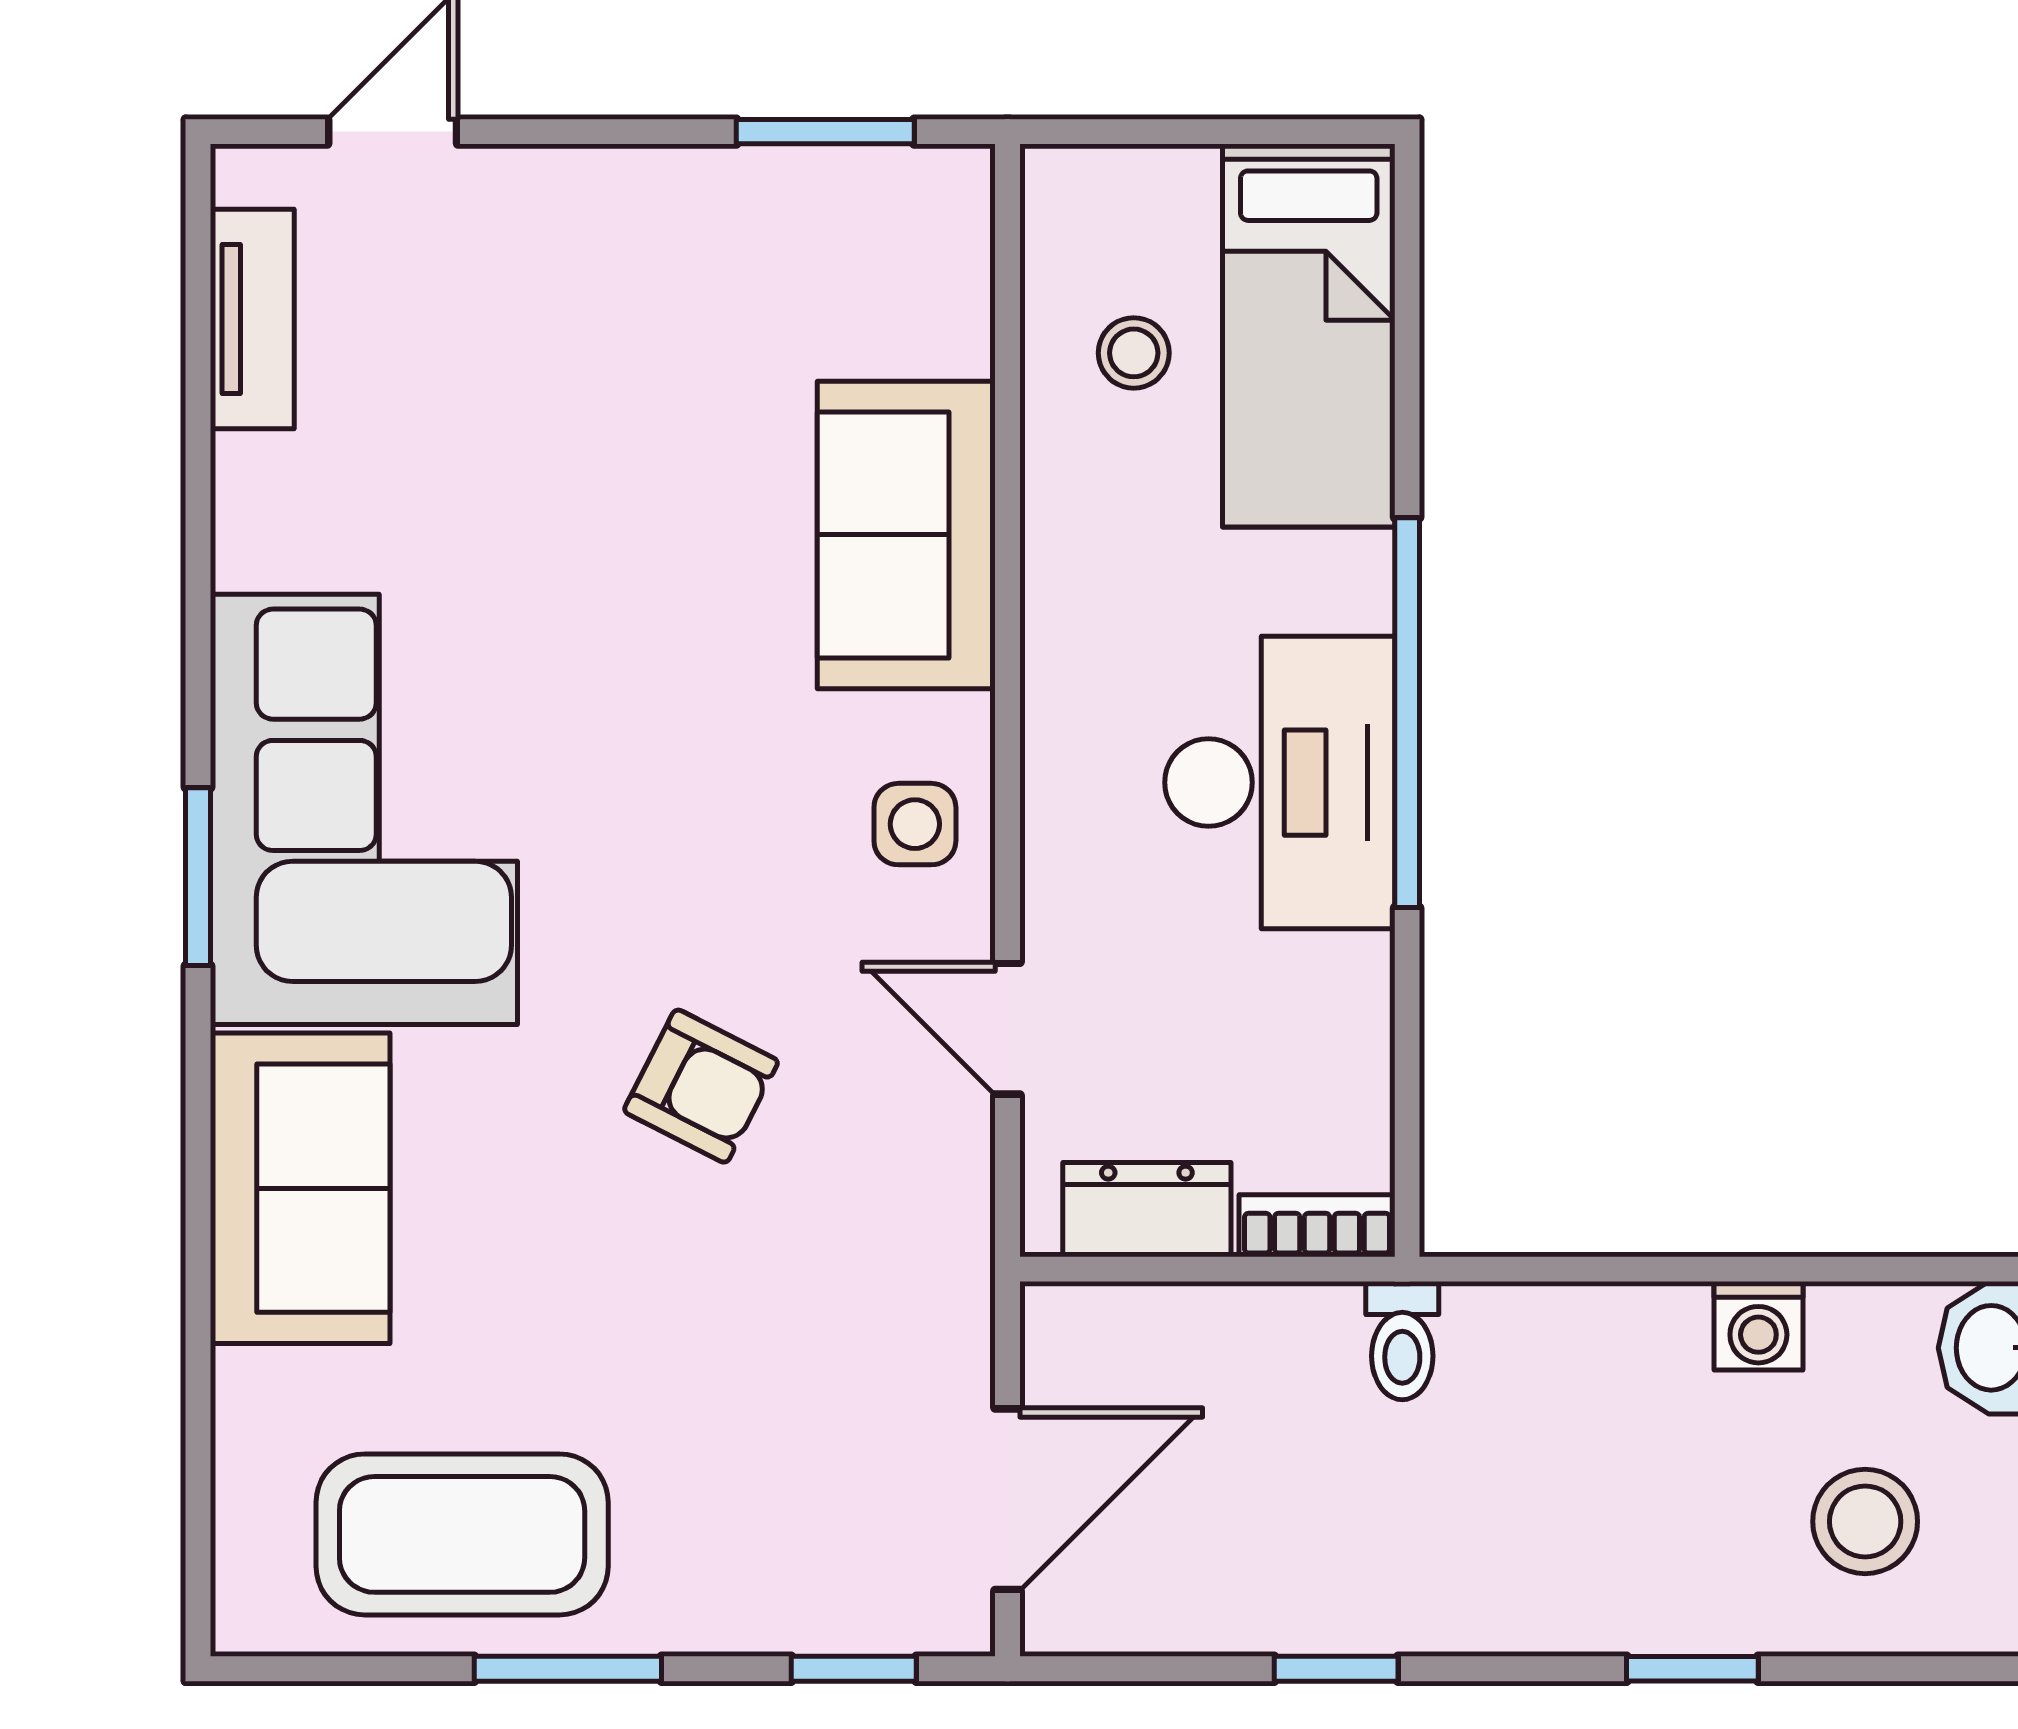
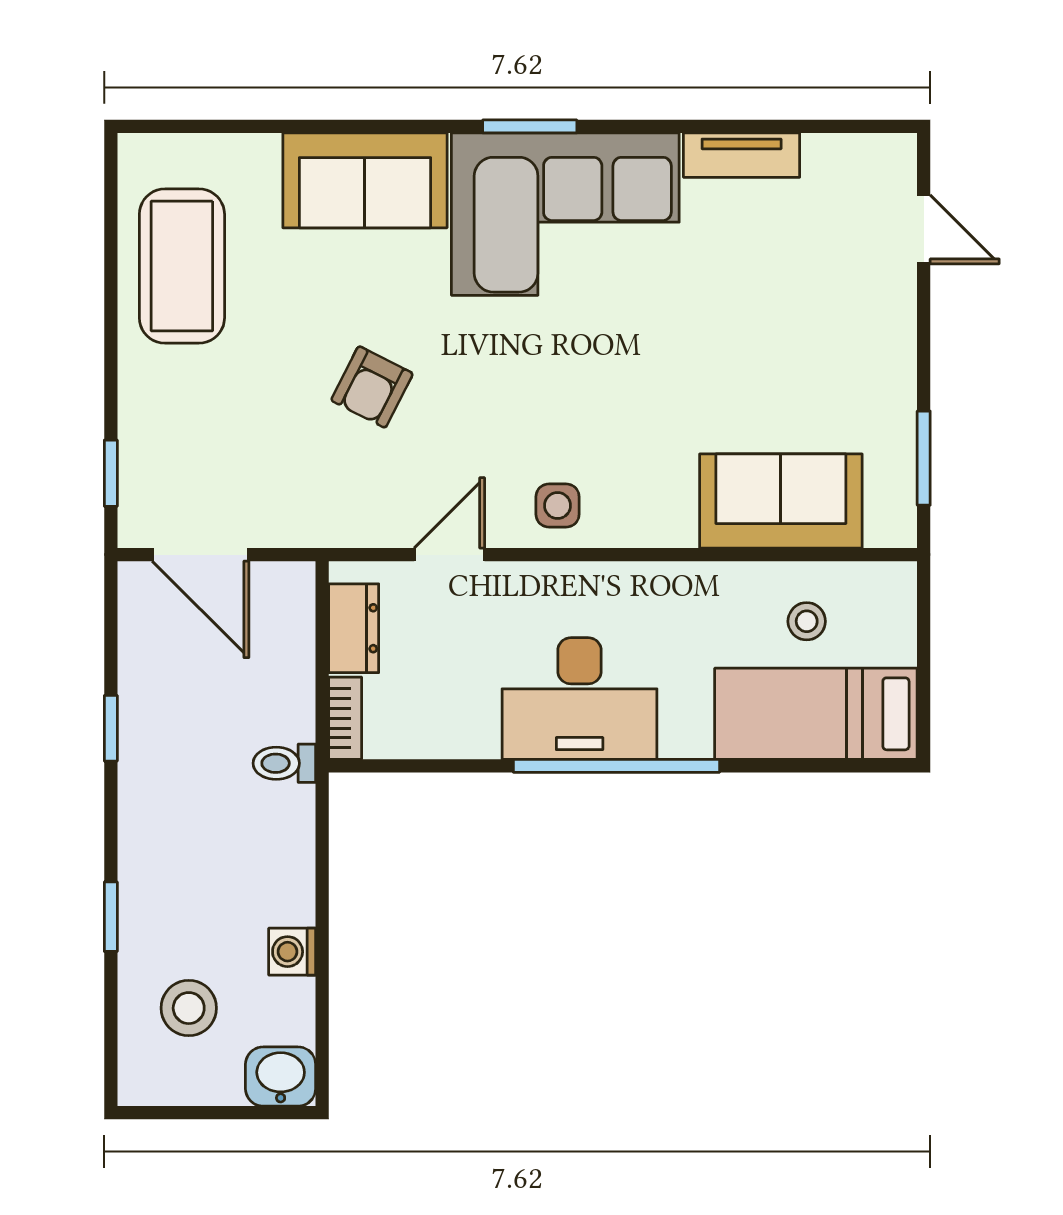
tv unit: (252, 319) -> (742, 155), moved
sofa: (906, 535) -> (781, 501), moved
armchair: (701, 1086) -> (372, 387), moved
window: (568, 1669) -> (111, 322), removed

